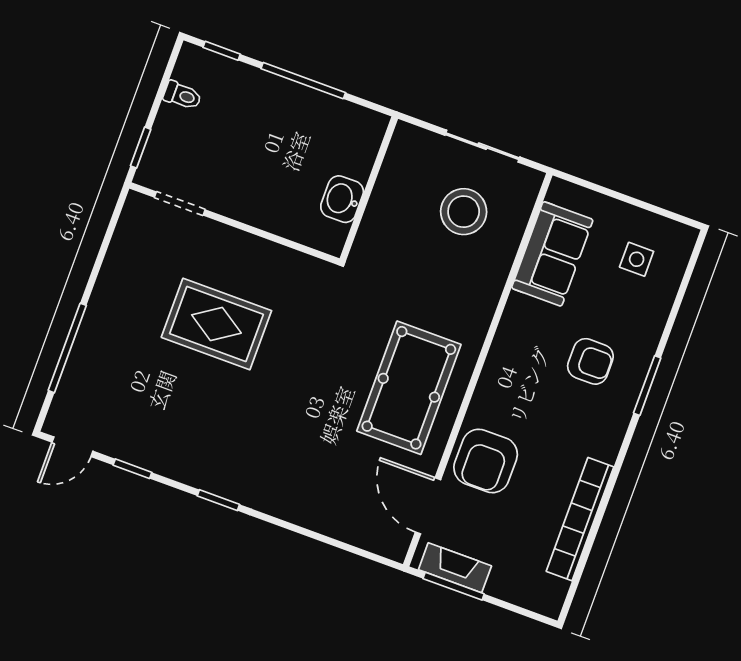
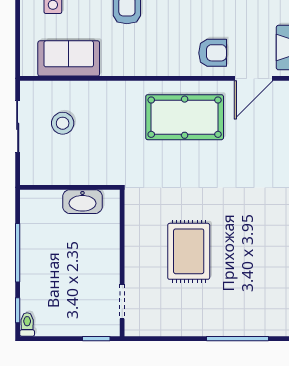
toilet: (182, 95) -> (27, 325), moved
washbasin: (342, 199) -> (82, 202), width x1.38
stool: (464, 212) -> (63, 123), width x0.73, depth x0.73
armchair: (486, 461) -> (213, 53), width x0.72, depth x0.72

